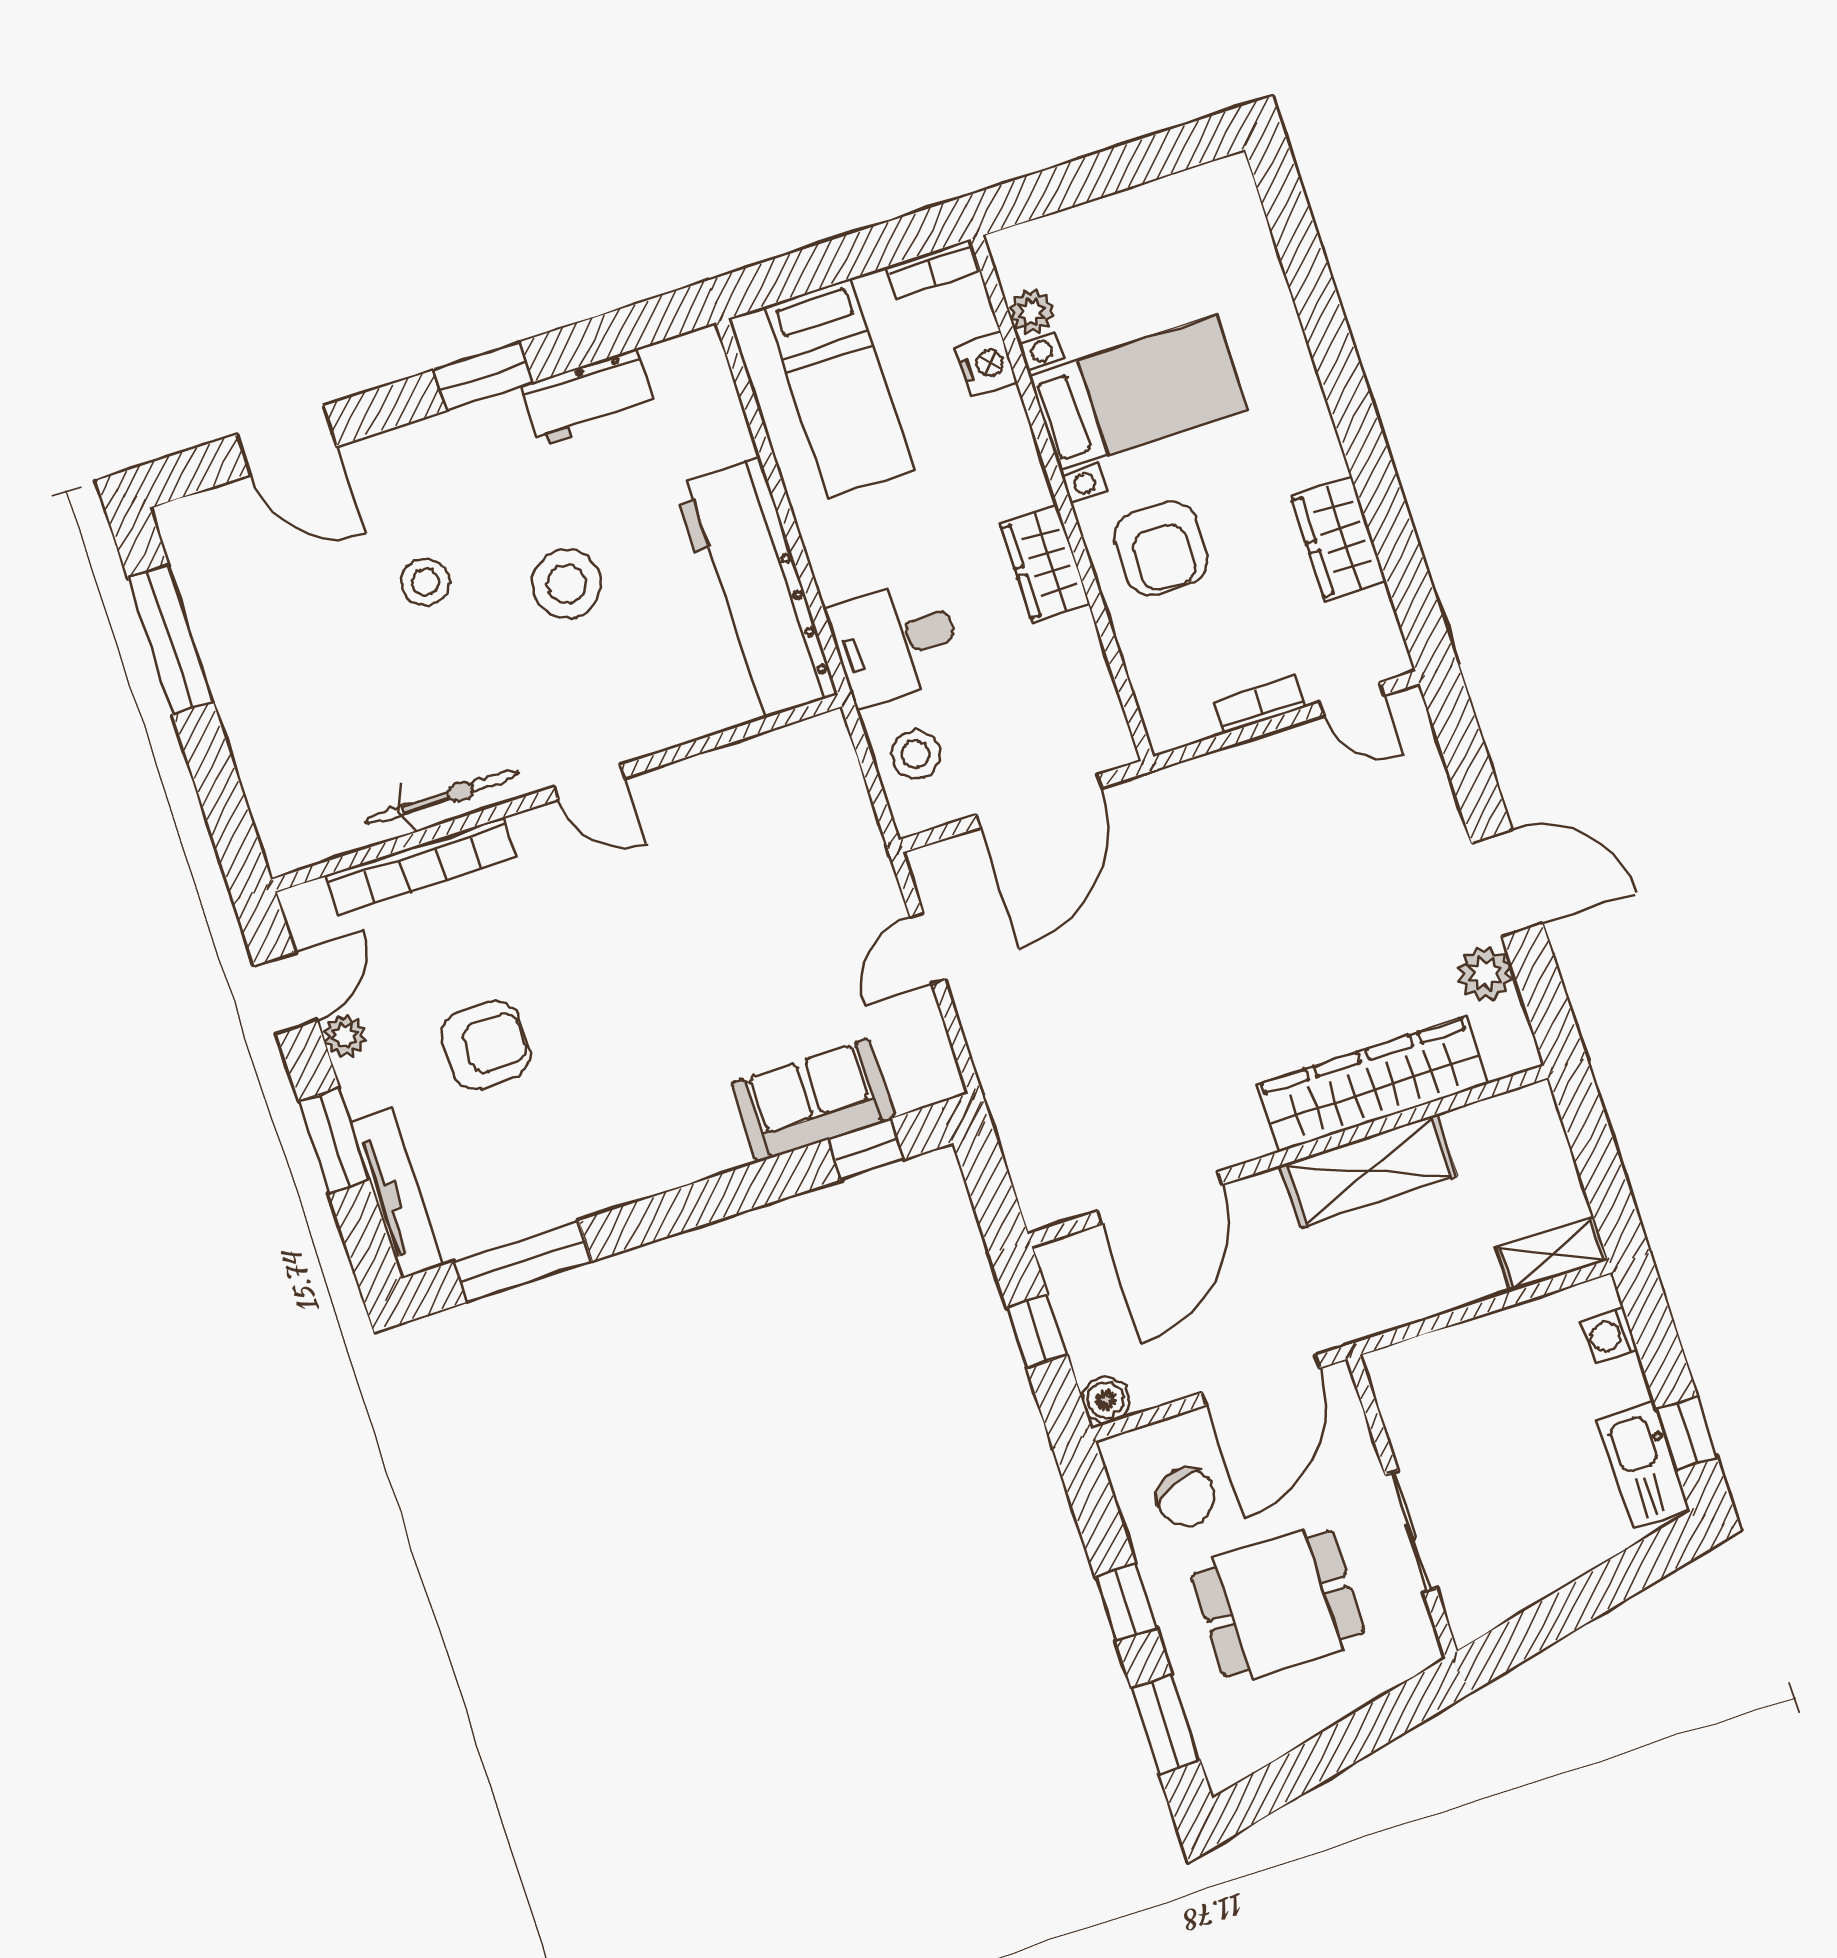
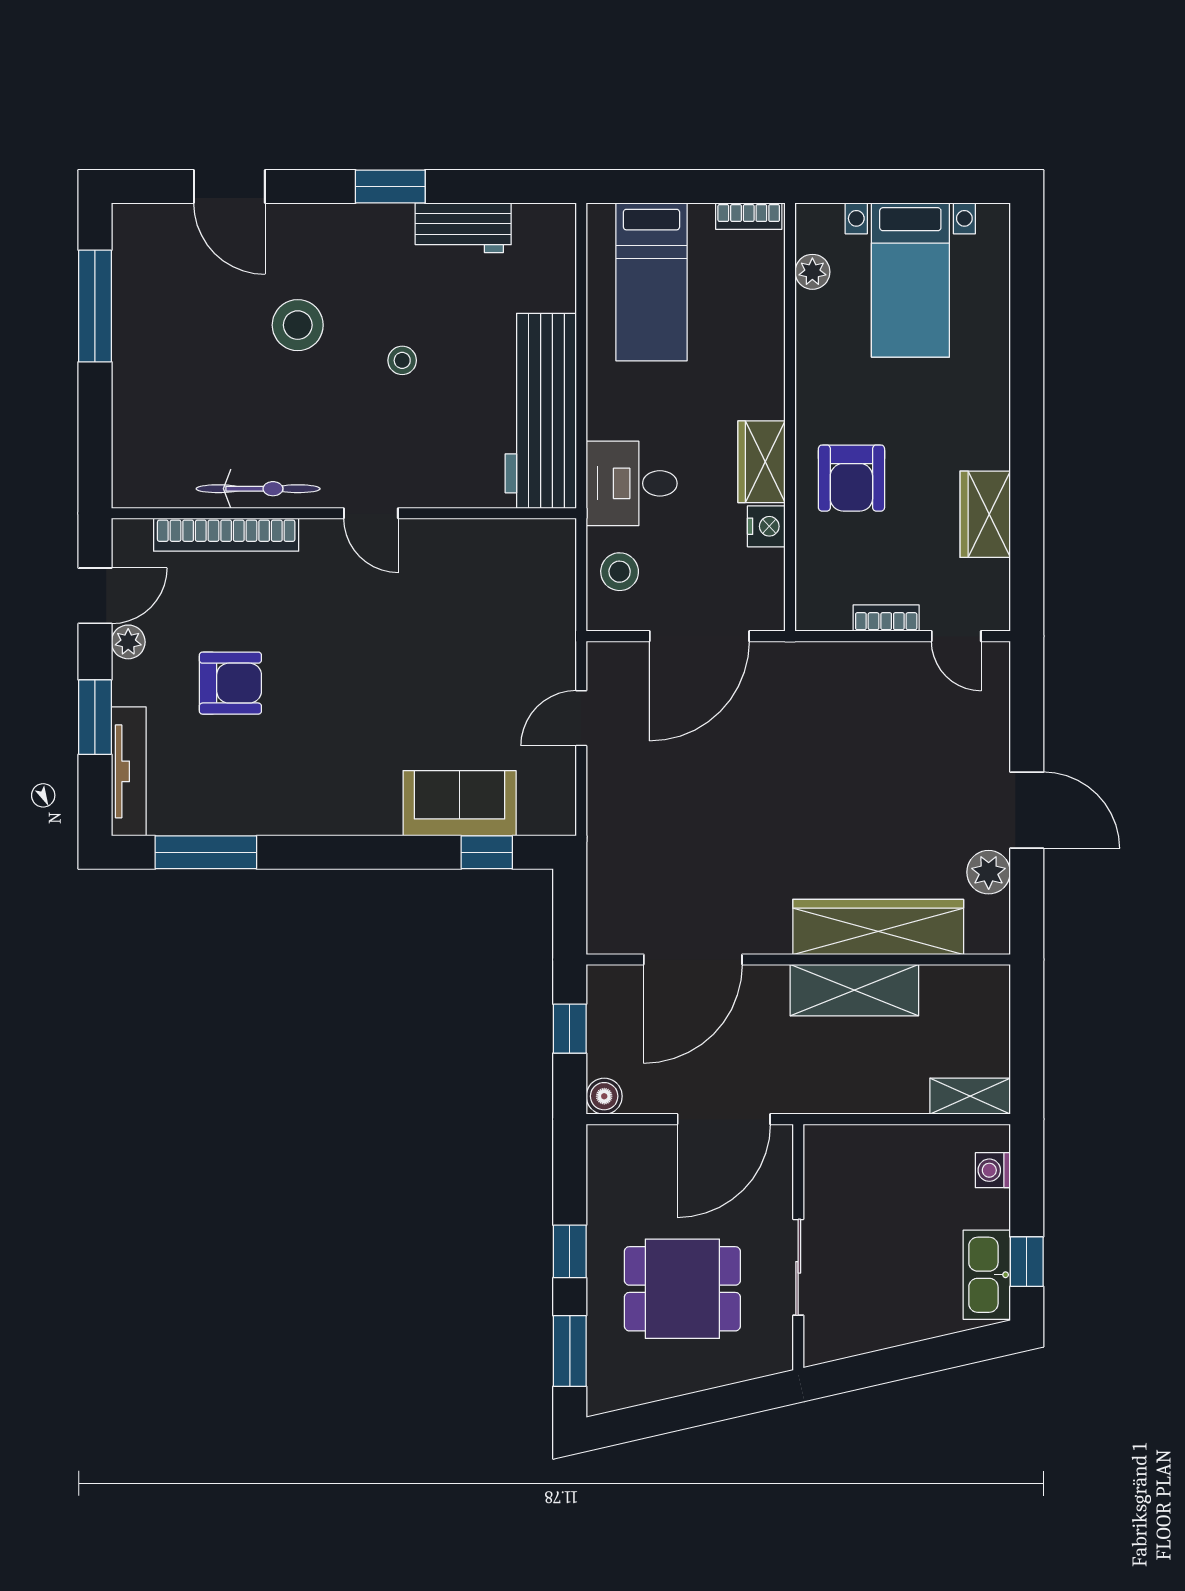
nightstand: (986, 364) -> (766, 526), moved
bed with nightstands: (1138, 393) -> (910, 280), moved, turned 90
stool: (425, 582) -> (298, 325), width x1.38, depth x1.38
stool: (567, 583) -> (402, 360), width x0.53, depth x0.53
chair: (1186, 1497) -> (640, 1188), removed

